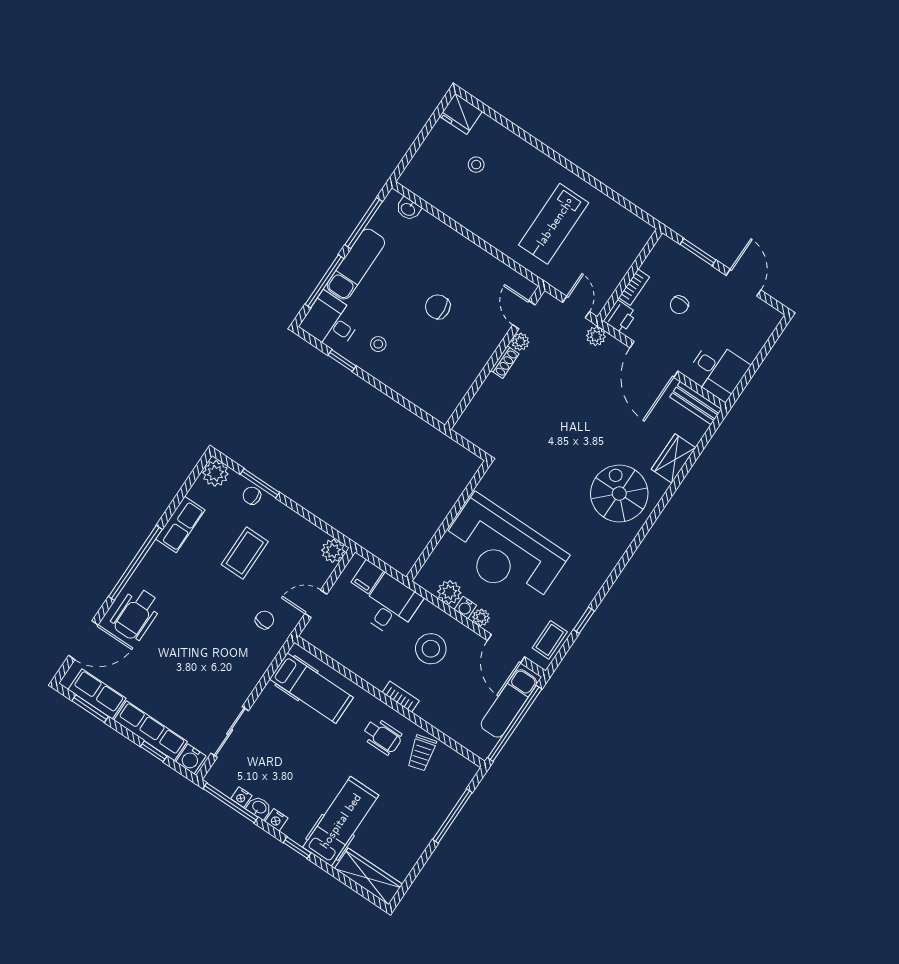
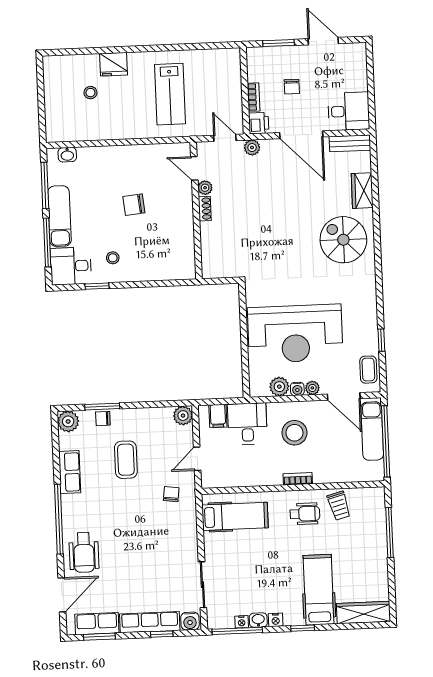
fridge: (461, 114) -> (113, 64), moved

